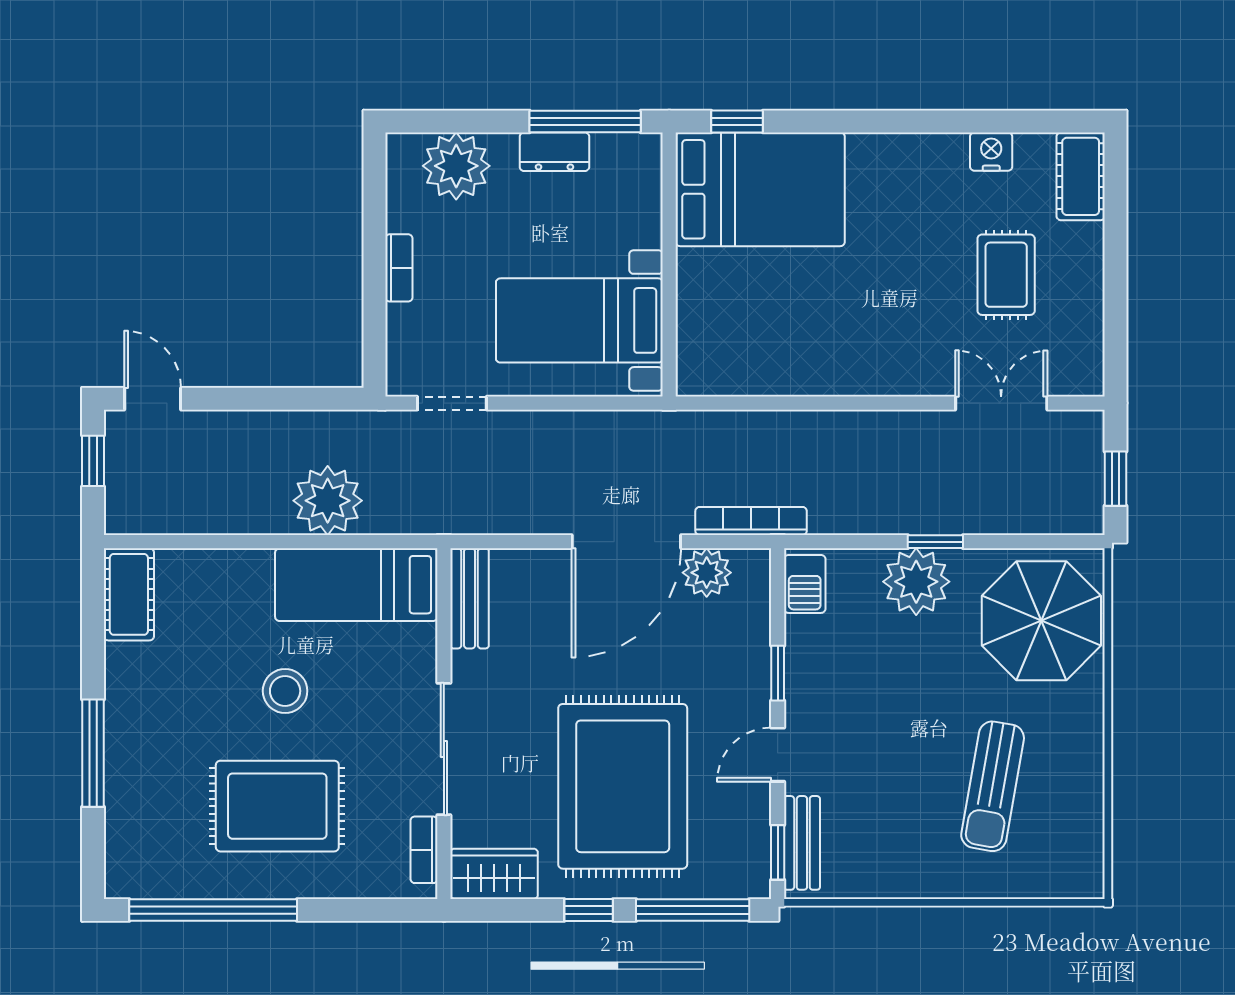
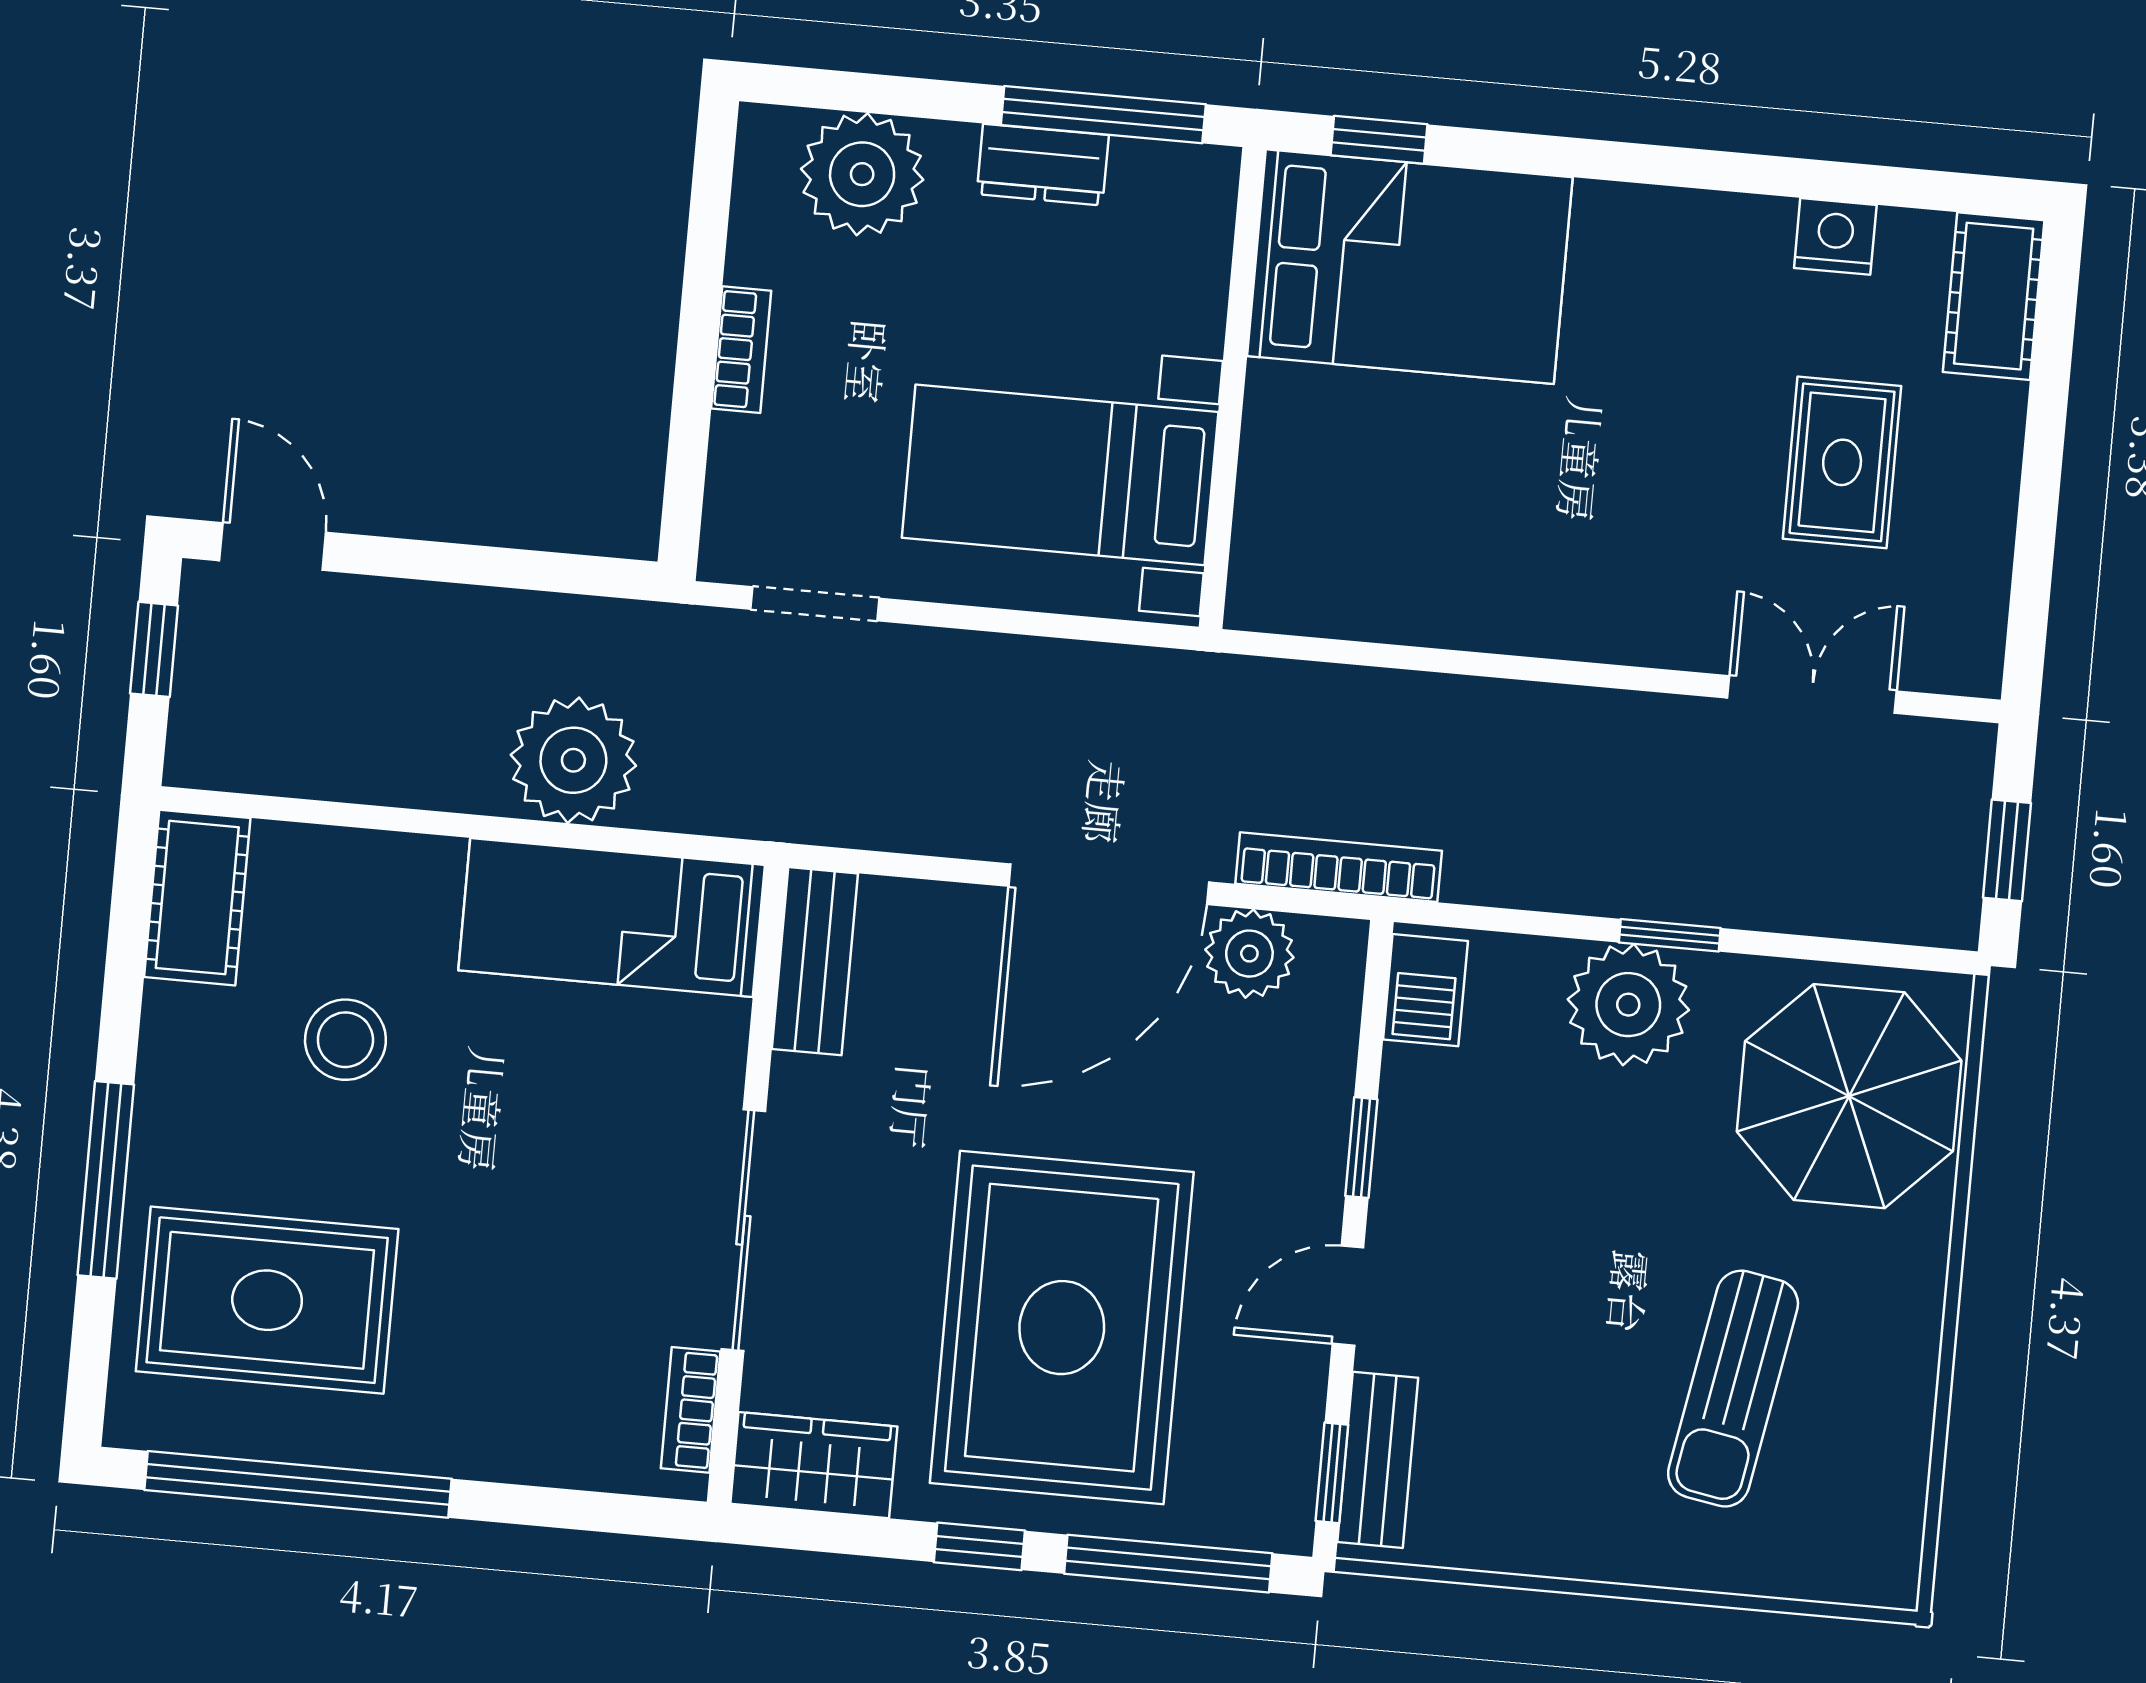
stool: (285, 691) -> (345, 1040), moved
rug: (277, 806) -> (267, 1300), moved

